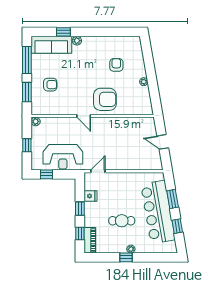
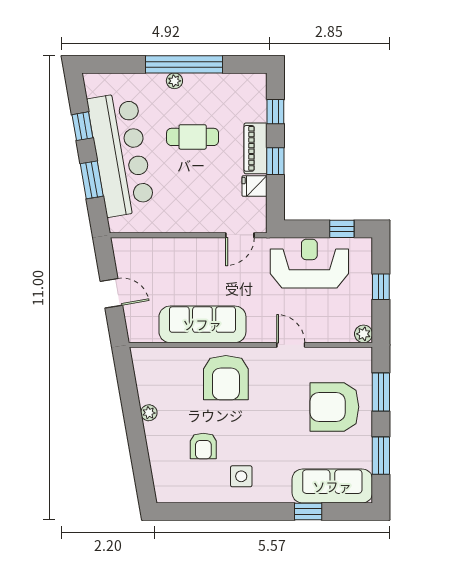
plant: (77, 41) -> (282, 494), removed
side table: (97, 50) -> (241, 476), added
window: (27, 60) -> (381, 456), width x0.69
armchair: (50, 85) -> (334, 407), width x1.88, depth x1.88
armchair: (105, 99) -> (226, 378), turned -90
door: (84, 116) -> (291, 345), moved
sofa: (117, 126) -> (202, 324), added
piano: (90, 240) -> (256, 148), moved
window: (126, 257) -> (184, 64), width x3.17

